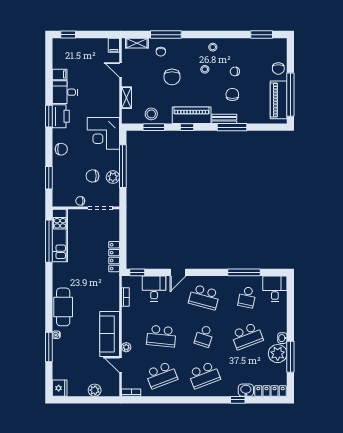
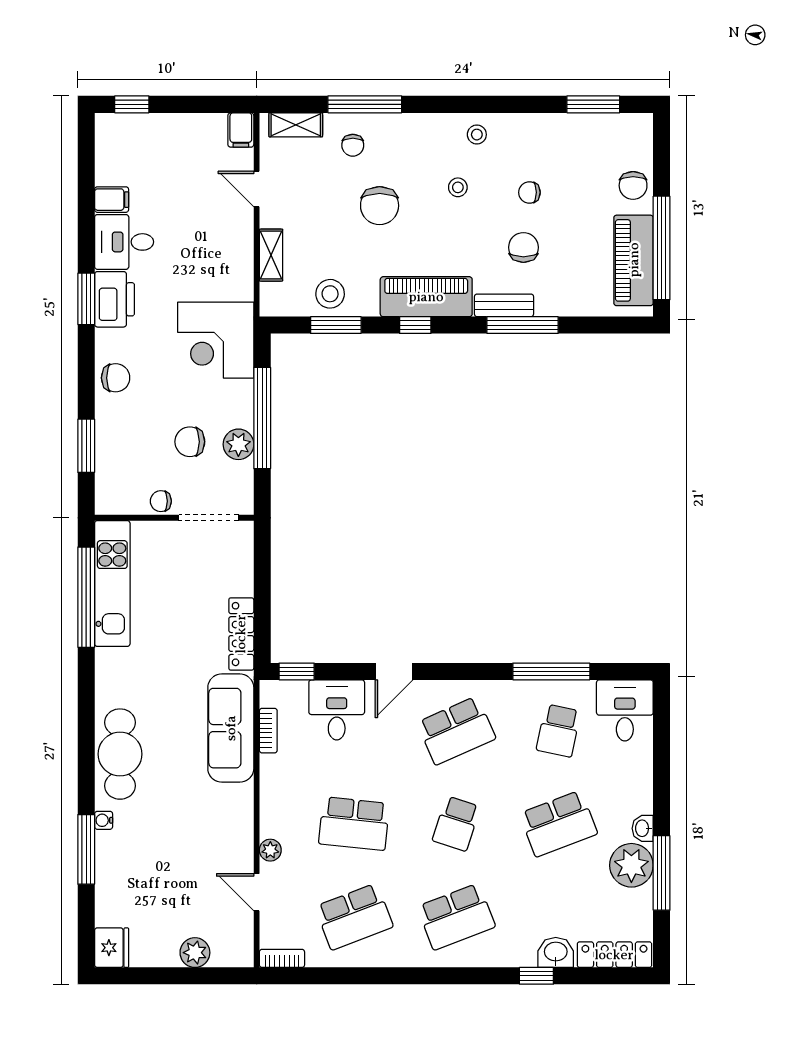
school desk: (204, 297) -> (456, 731), turned -39
sofa: (110, 334) -> (231, 728), moved

